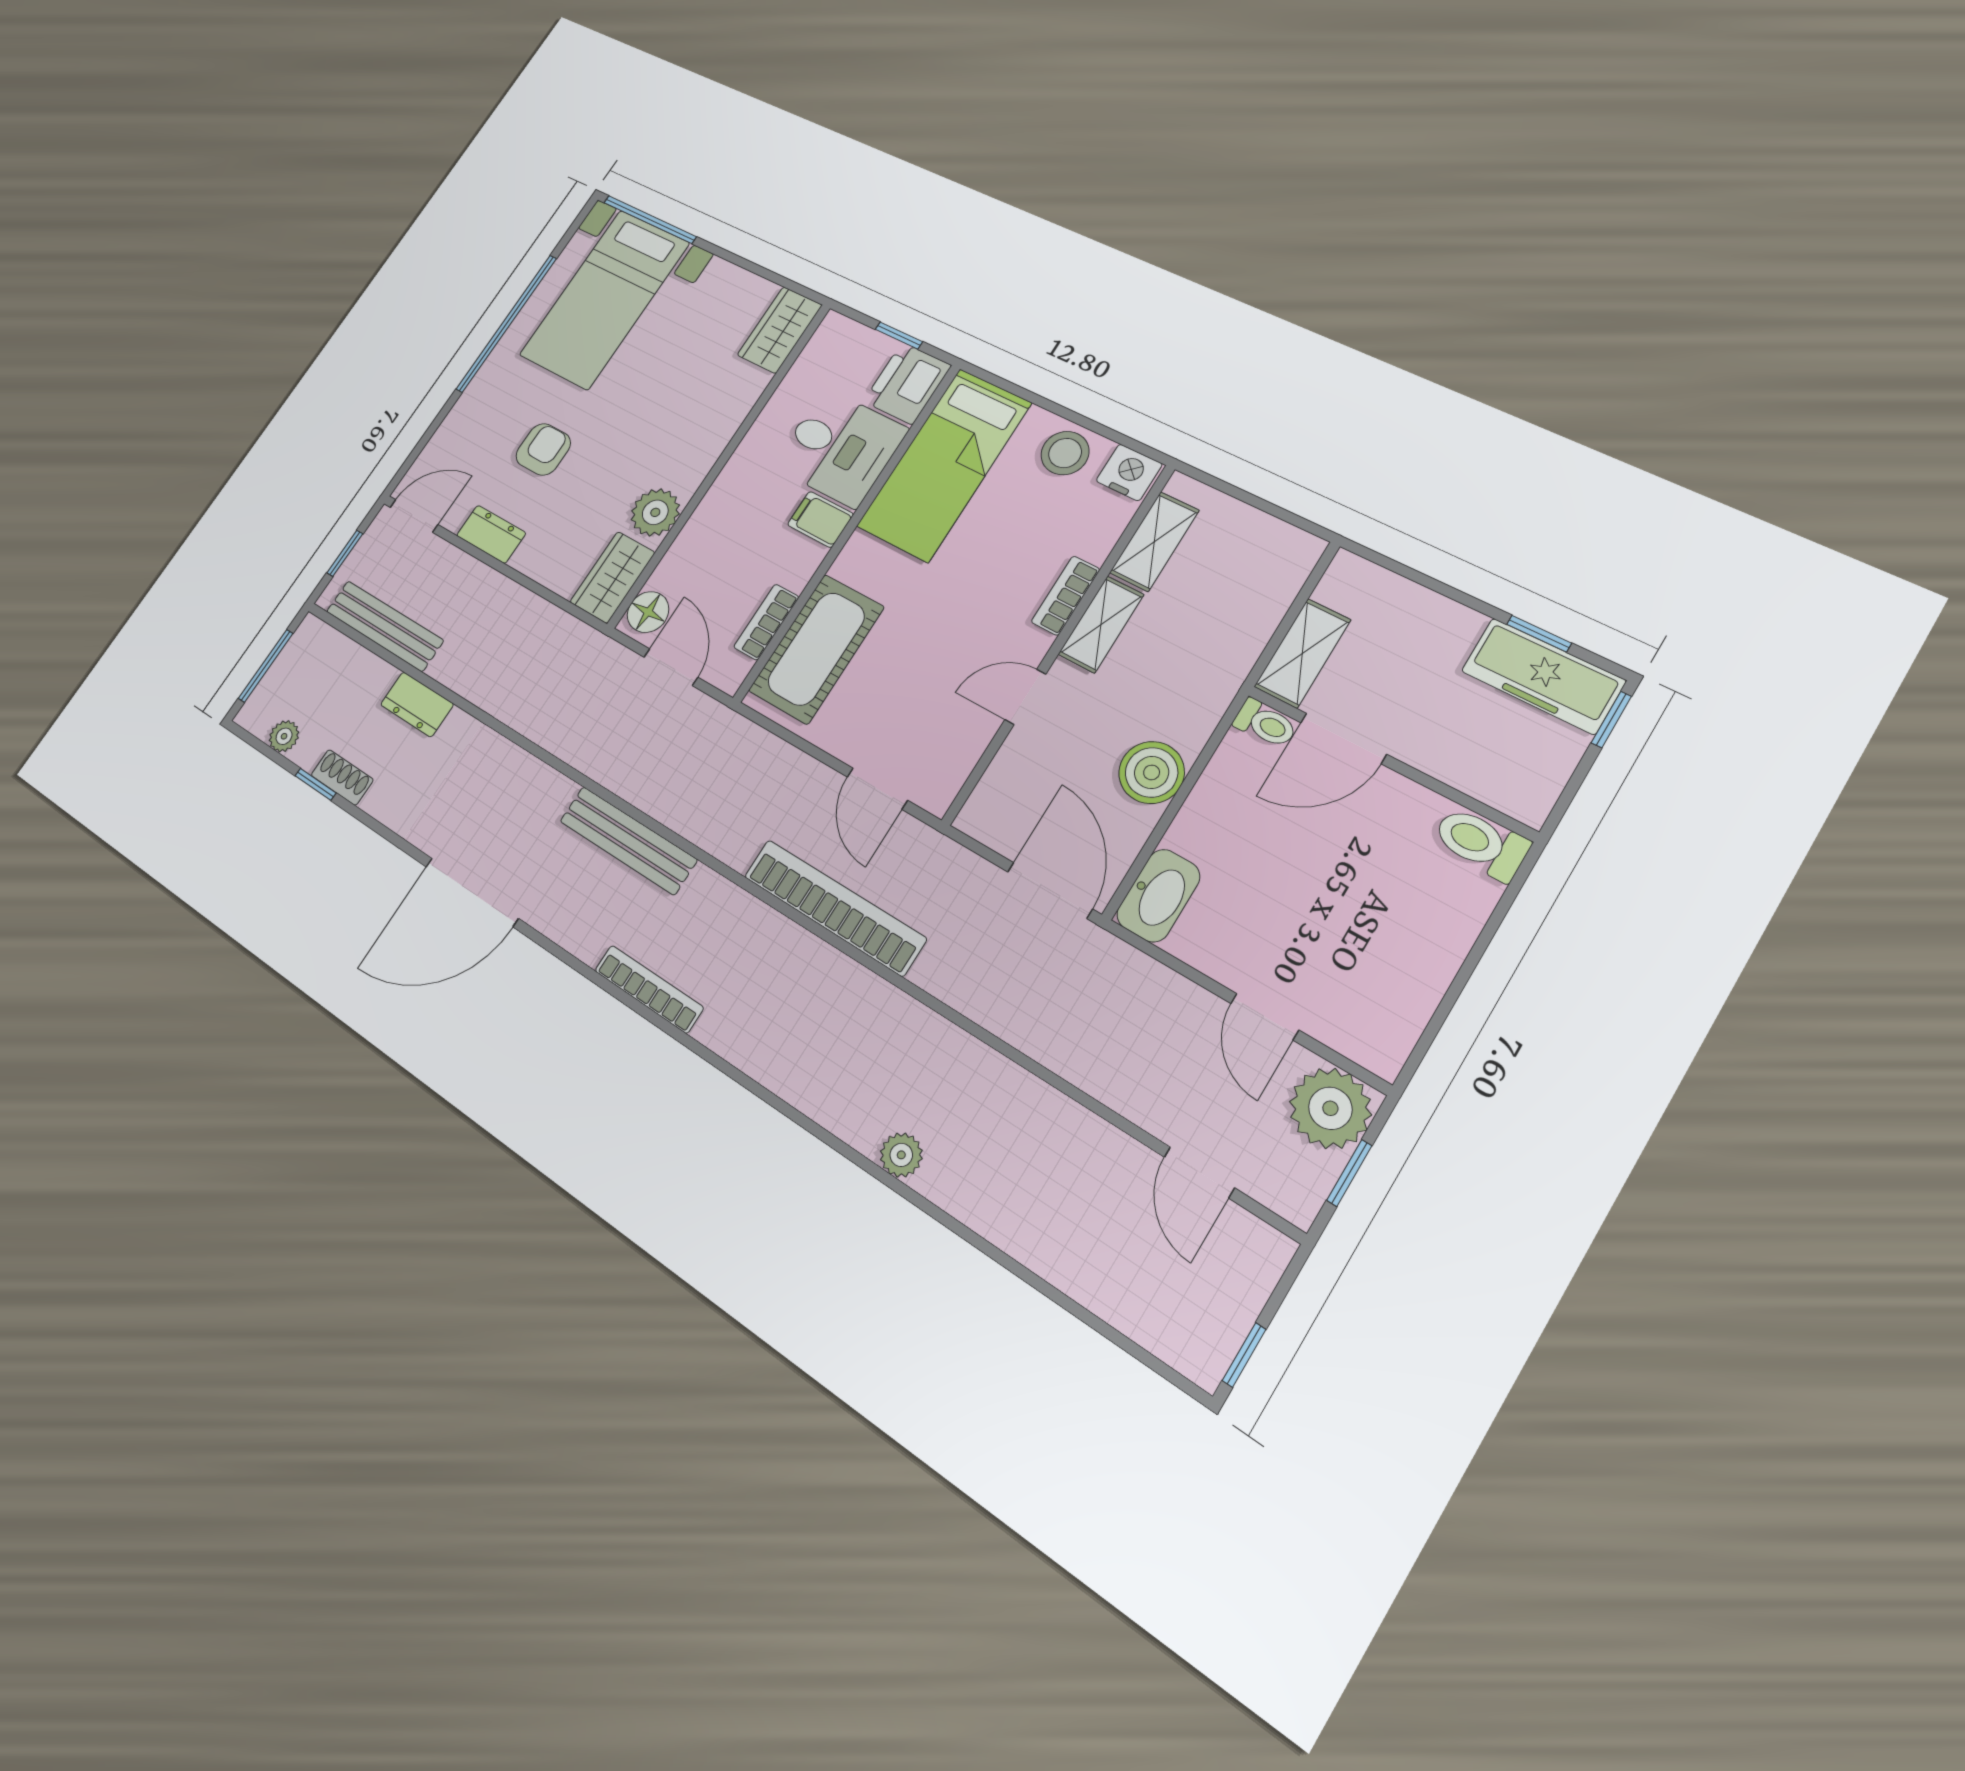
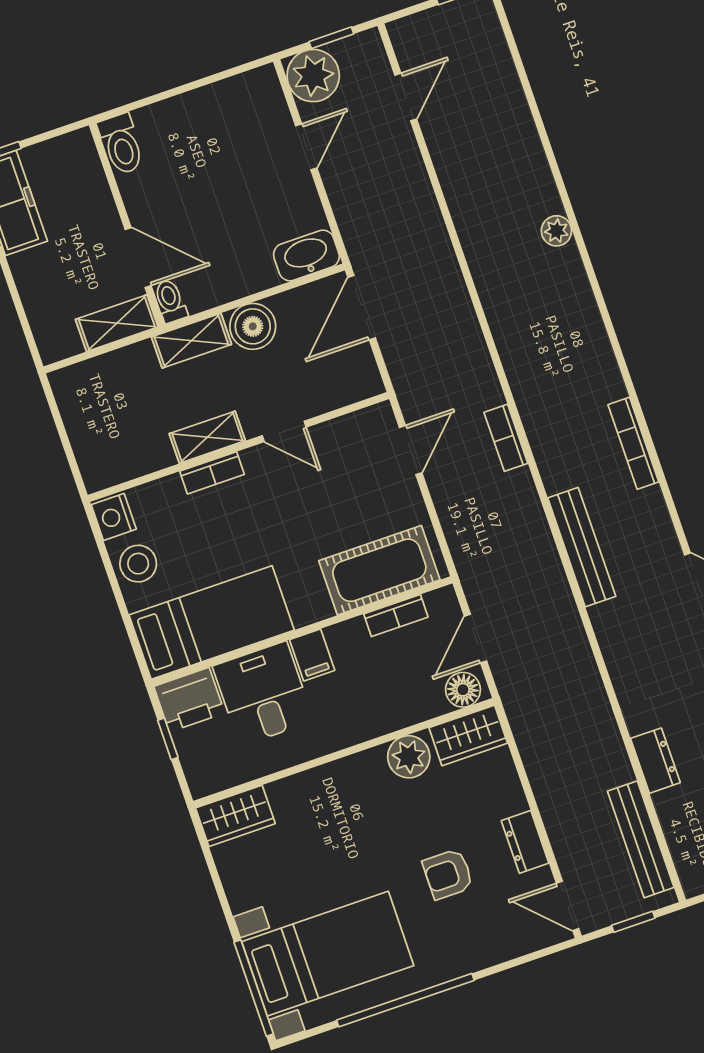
shelving: (1154, 542) -> (191, 341), moved
bookcase: (834, 907) -> (506, 438), width x0.43, depth x0.76

